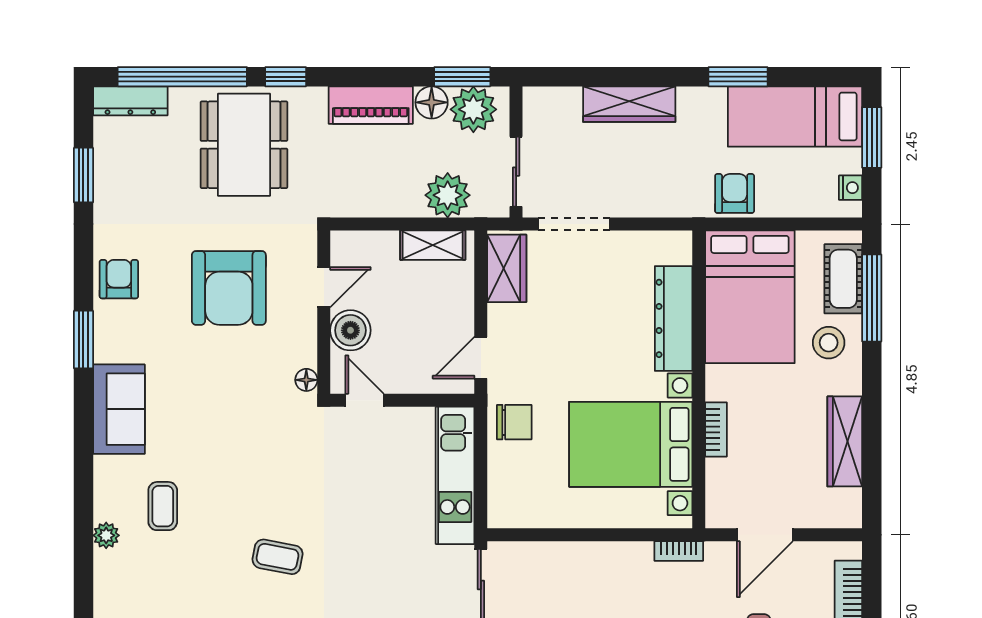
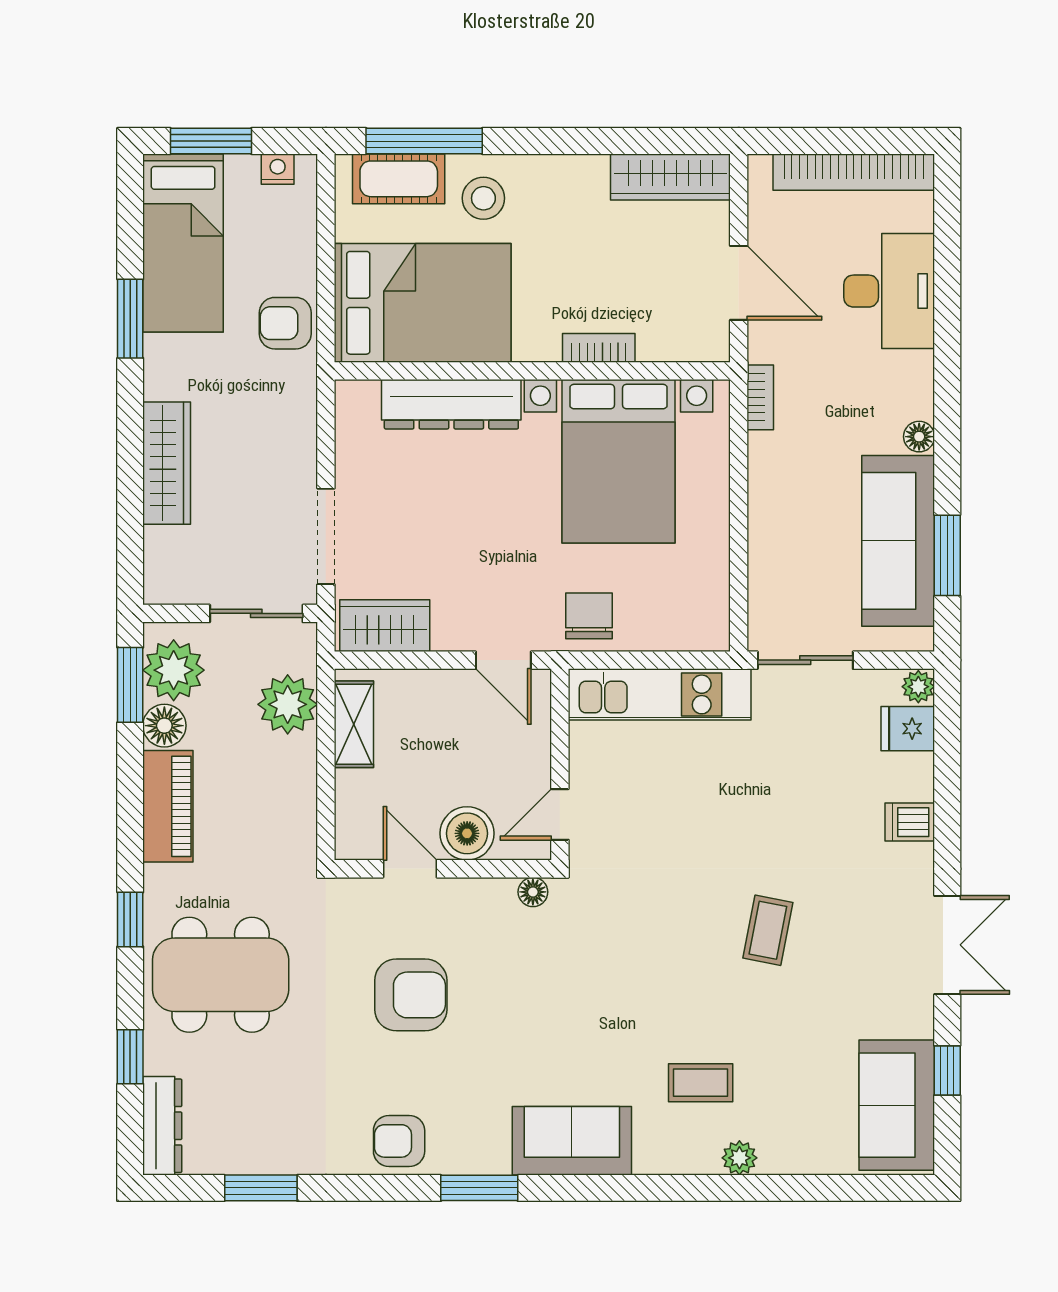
window: (182, 77) -> (130, 1057), width x0.32
armchair: (229, 288) -> (411, 995), width x0.73, depth x0.73
wardrobe: (845, 441) -> (670, 177), moved

